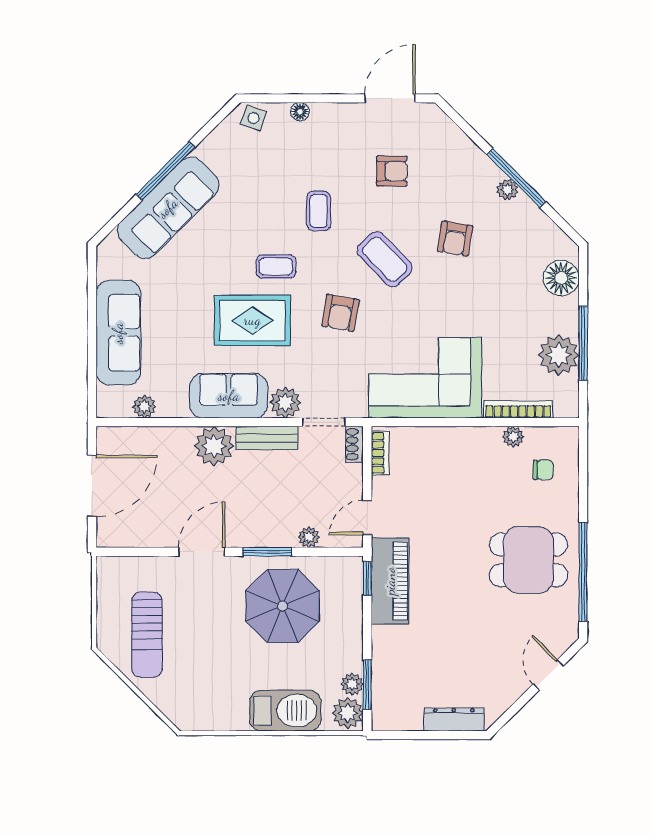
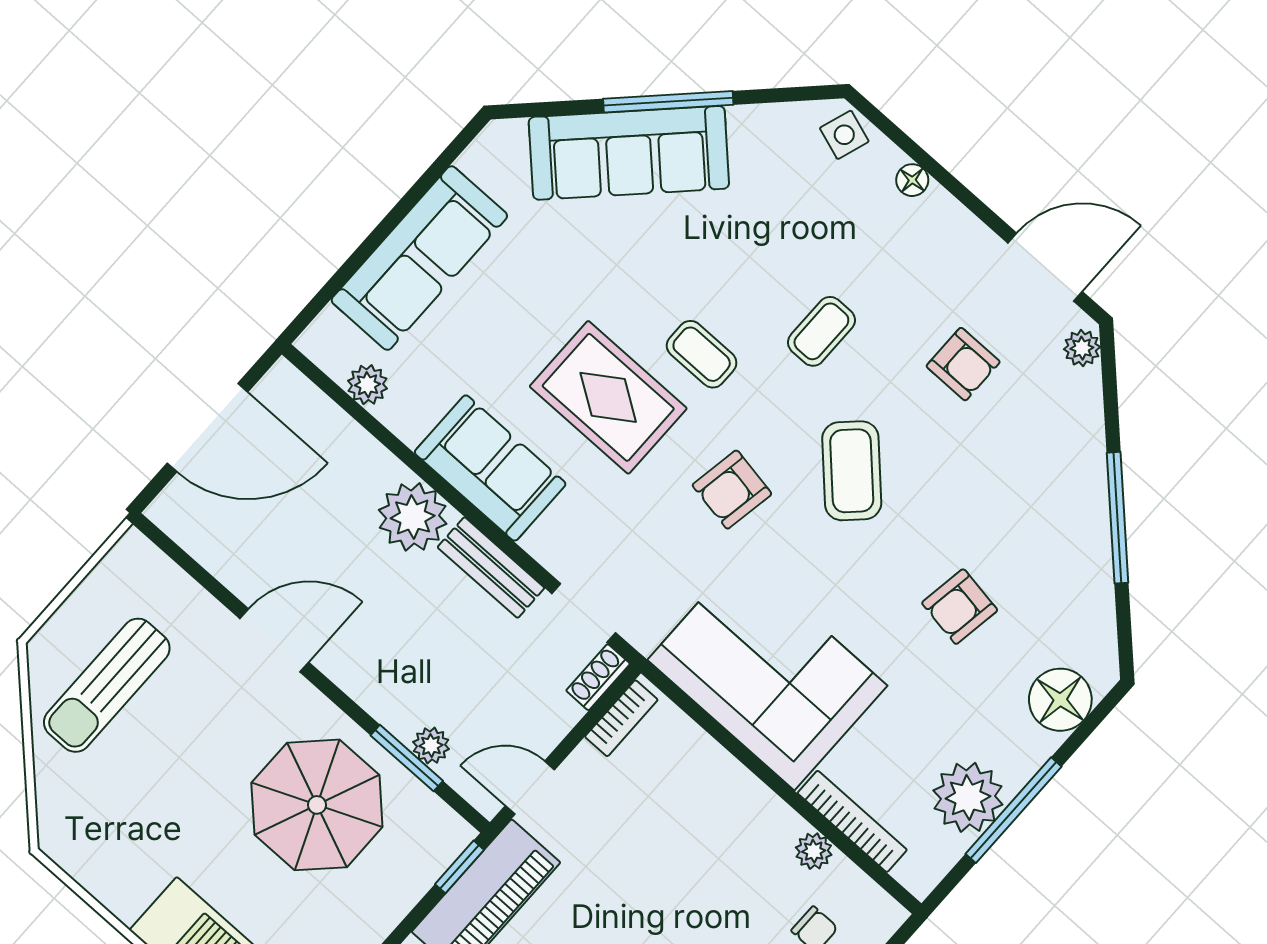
plant: (507, 190) -> (1082, 348), moved
armchair: (455, 239) -> (960, 607), moved
plant: (285, 403) -> (556, 543), removed
window: (267, 552) -> (407, 758), moved

